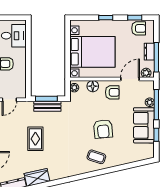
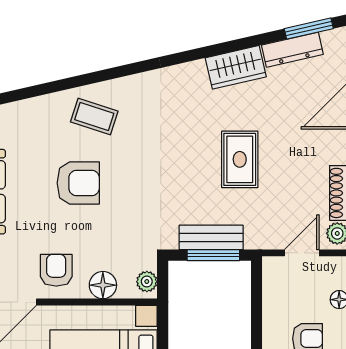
armchair: (112, 92) -> (56, 270), turned 90
armchair: (103, 129) -> (78, 183), turned 95

